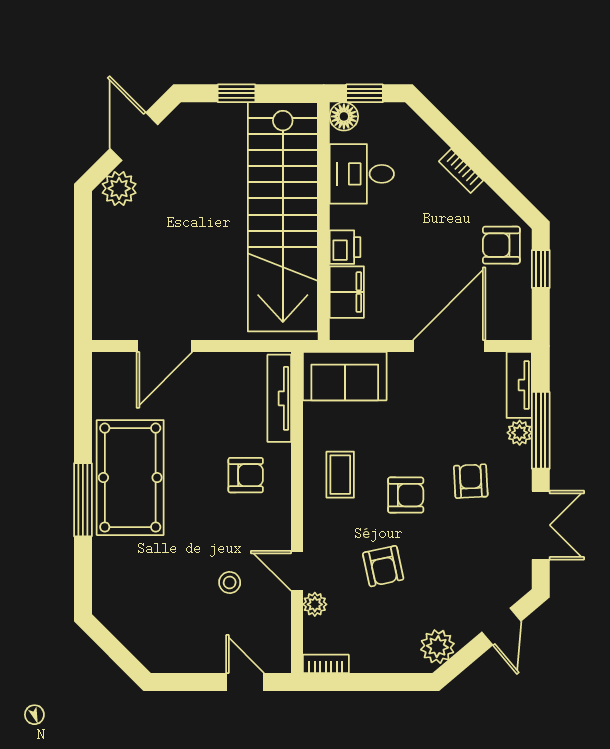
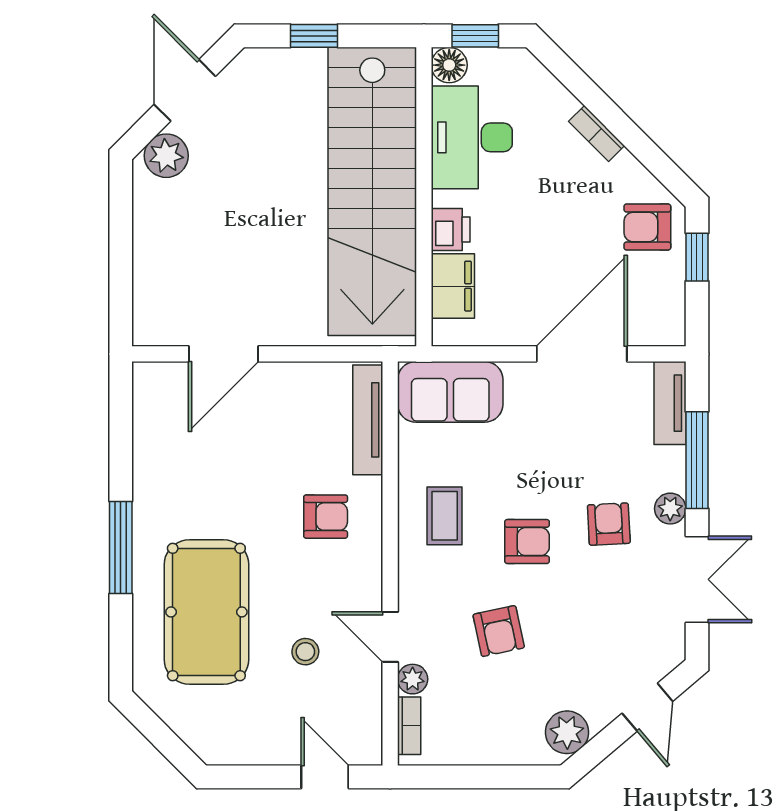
desk: (362, 174) -> (472, 137), width x1.37
plant: (520, 433) -> (670, 509), moved
pool table: (130, 478) -> (206, 612), moved
bookcase: (326, 664) -> (409, 726), moved, turned 90

